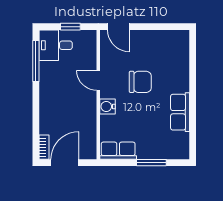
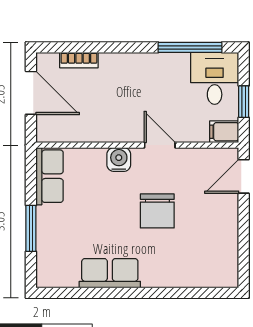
filing cabinet: (90, 39) -> (224, 132), added
door: (98, 80) -> (160, 145), hinge flipped
bookcase: (44, 147) -> (79, 60), moved

